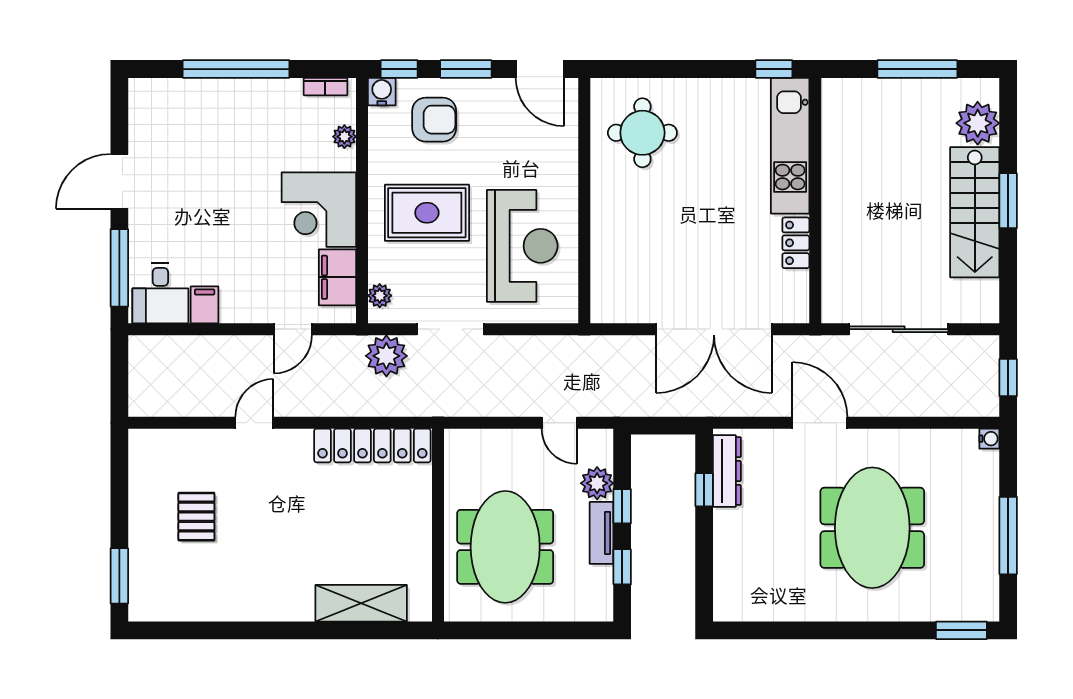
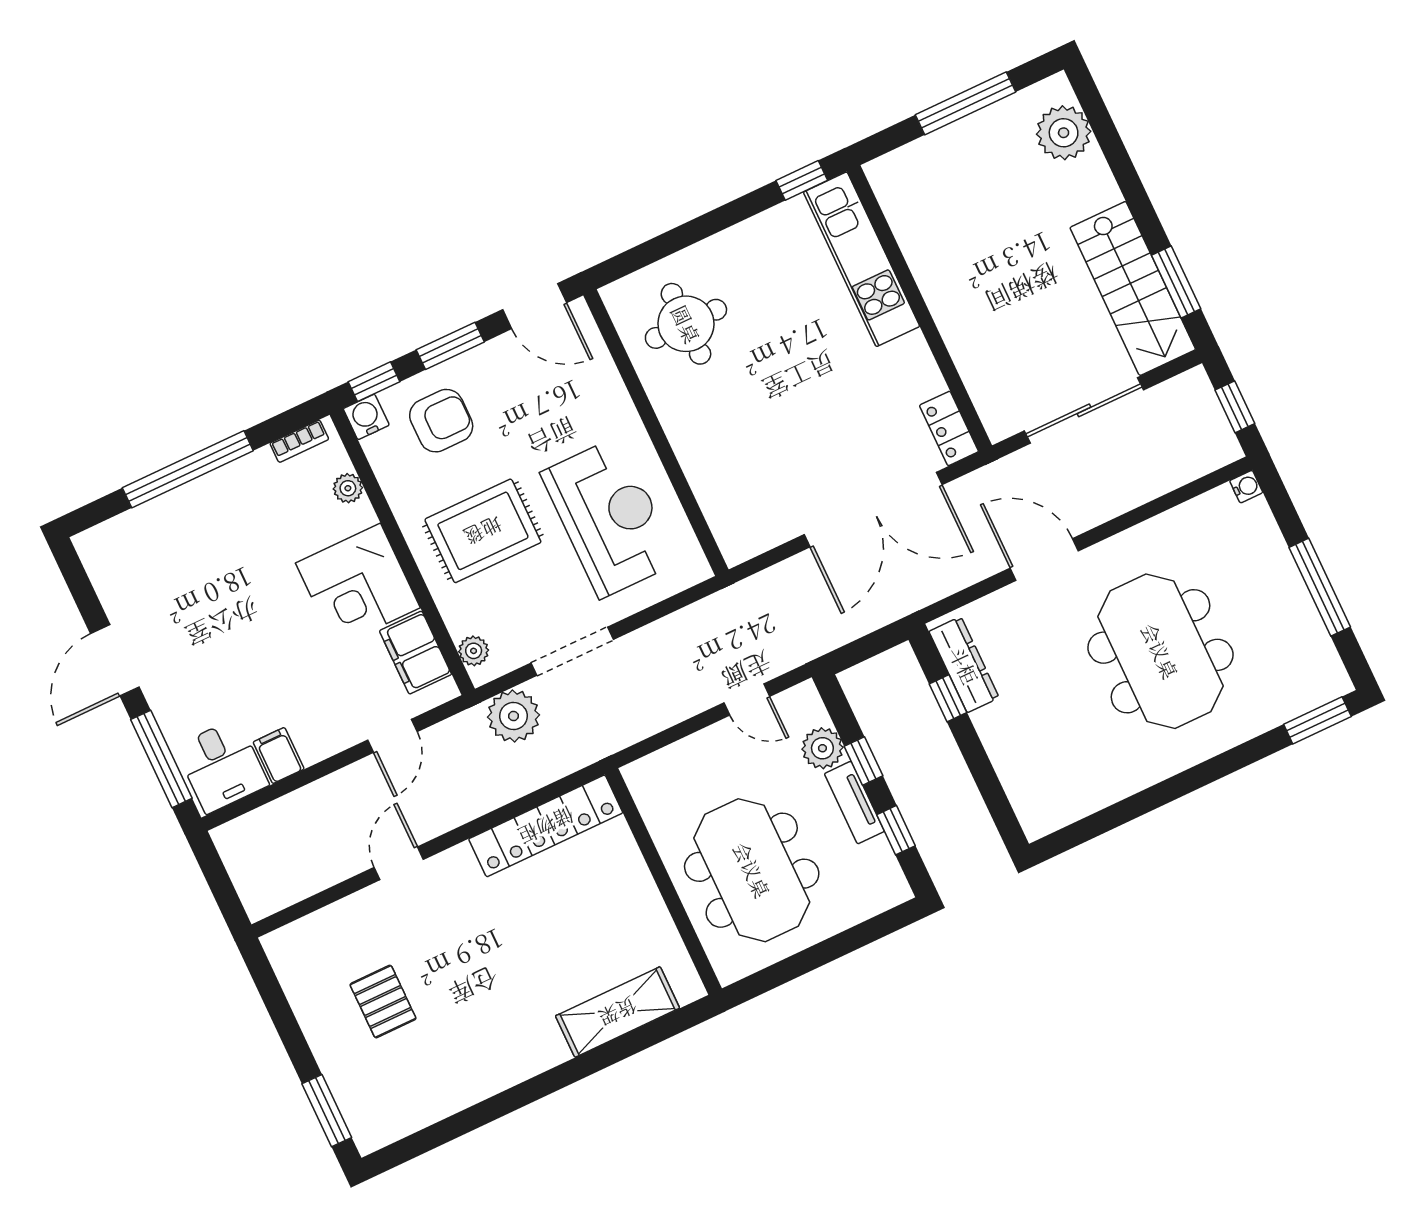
window: (1008, 201) -> (1176, 282), moved
stairs: (975, 212) -> (1133, 288), moved
locker: (796, 243) -> (949, 428), moved

